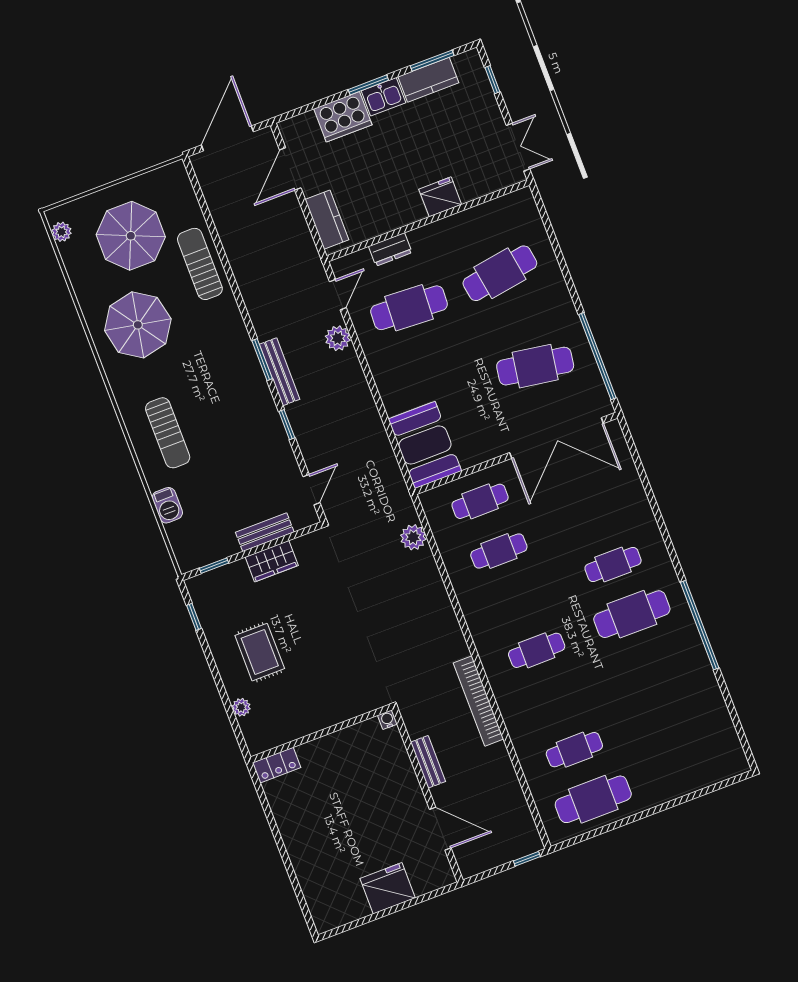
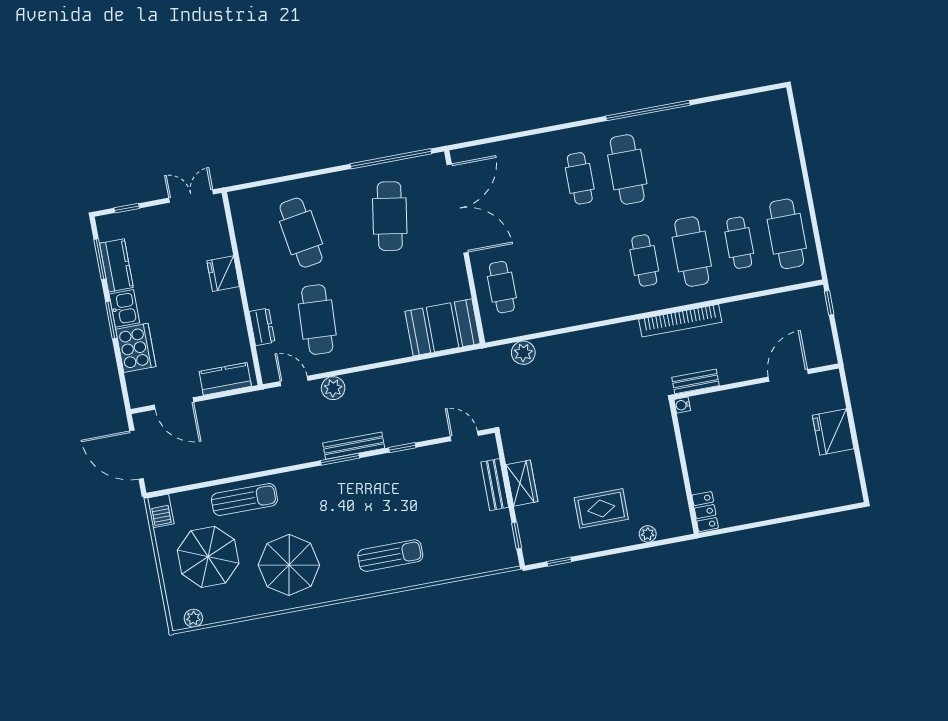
sun lounger: (200, 264) -> (244, 500), turned 180
barbecue: (167, 505) -> (161, 511), moved, turned 90
cafe table: (499, 551) -> (692, 252), moved, width x1.37, depth x1.35
bench: (428, 762) -> (696, 381), moved

